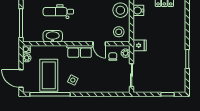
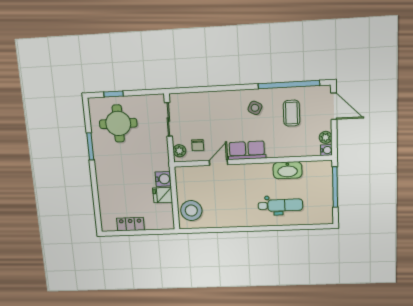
water cooler: (138, 10) -> (163, 179), moved
stool: (119, 32) -> (191, 181), removed
door: (99, 44) -> (219, 163), hinge flipped
fridge: (140, 45) -> (163, 195), moved
round table: (166, 74) -> (118, 123), added
coffee table: (49, 75) -> (292, 113), width x0.54, depth x0.58

